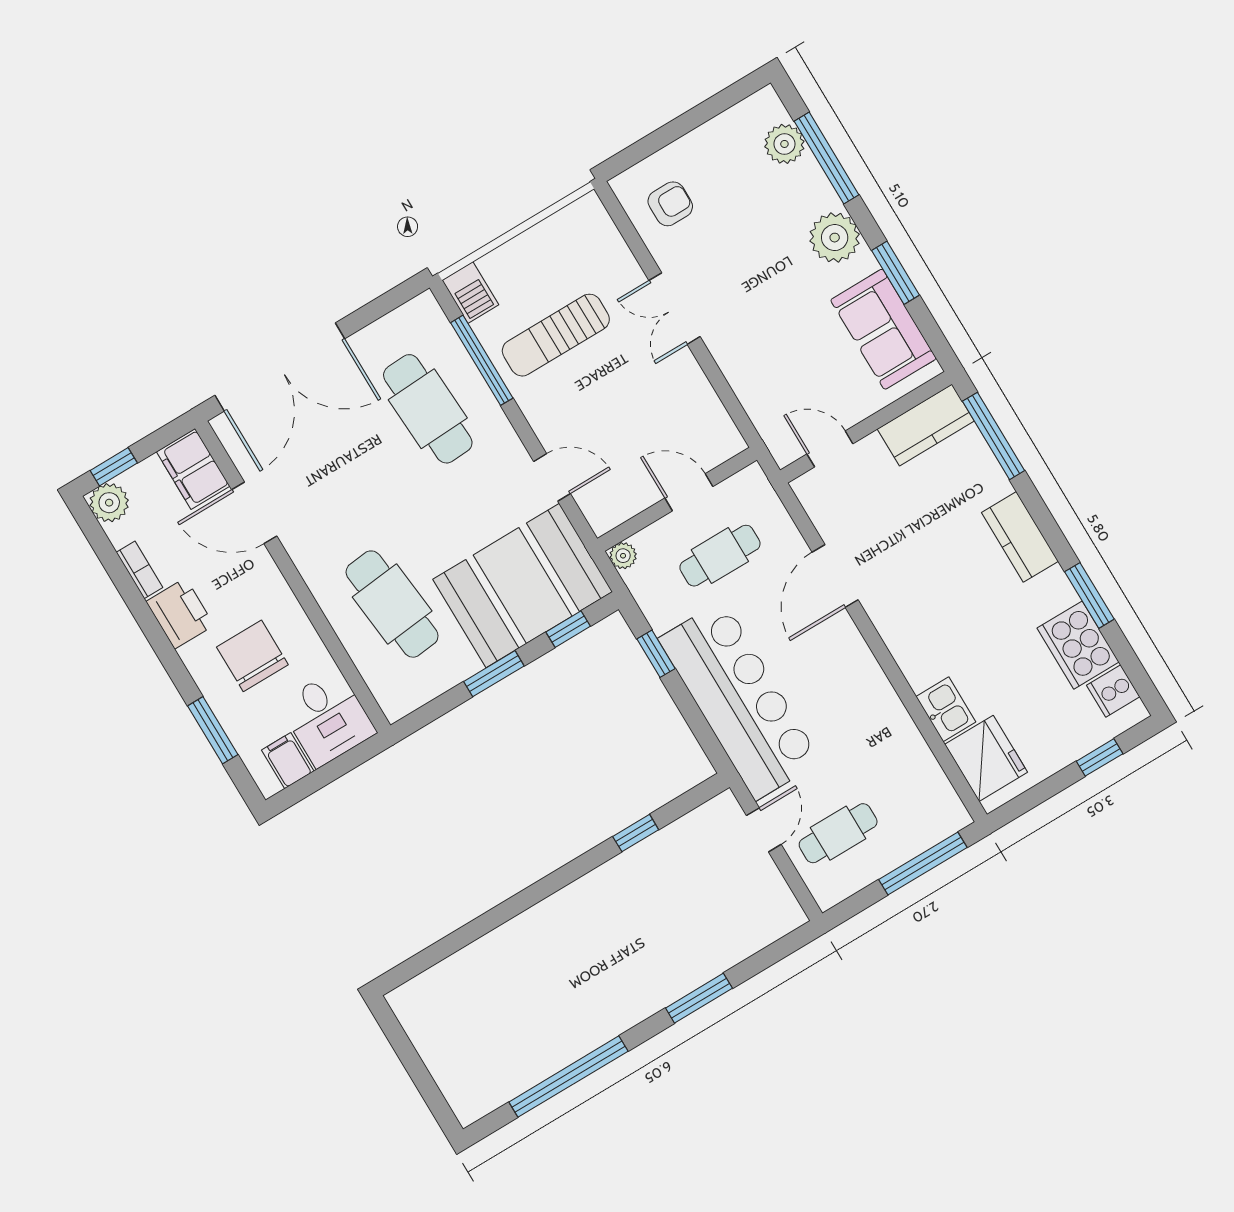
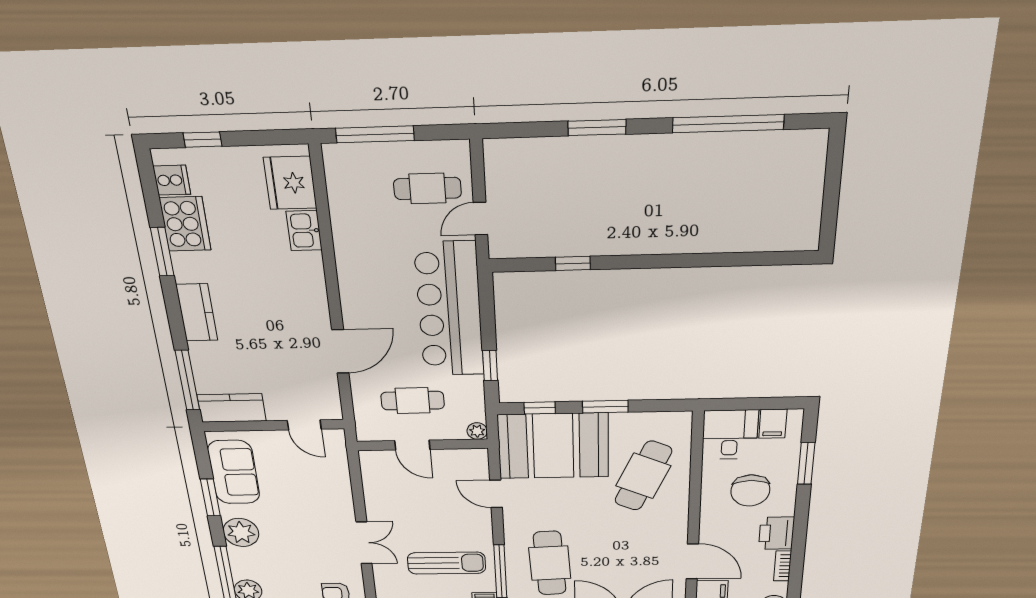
cafe table: (392, 604) -> (643, 476), turned 30

